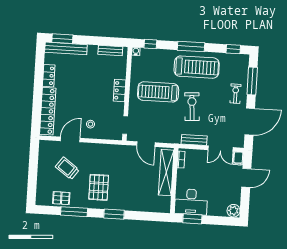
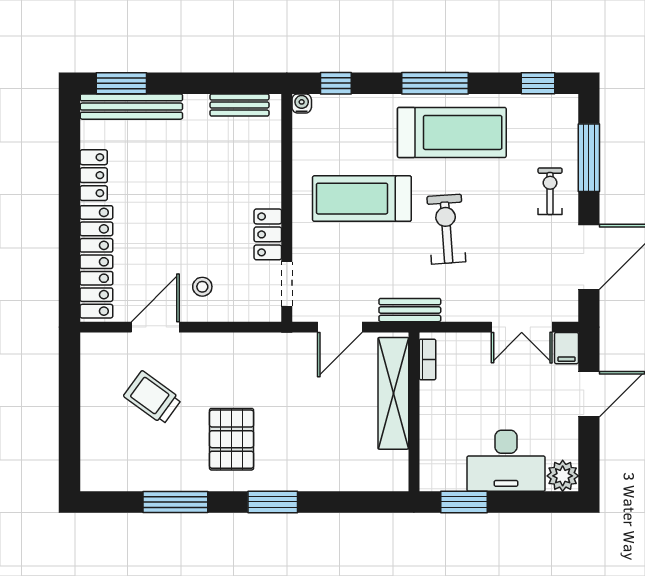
locker: (120, 90) -> (268, 234), moved
bench: (194, 140) -> (410, 310), moved
door: (146, 144) -> (340, 327), hinge flipped
pallet: (61, 198) -> (142, 471), removed
desk: (191, 202) -> (506, 461), moved

